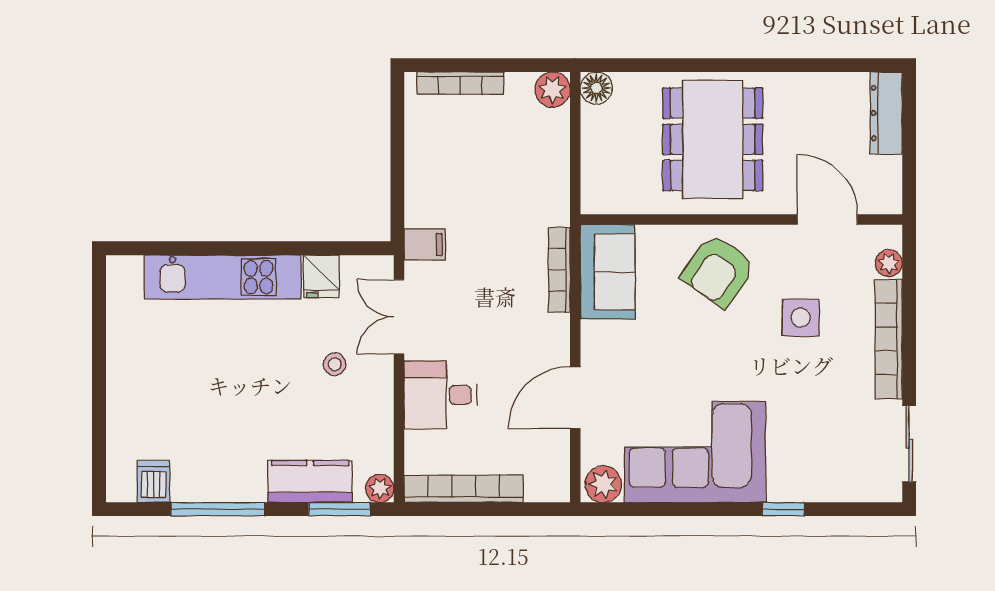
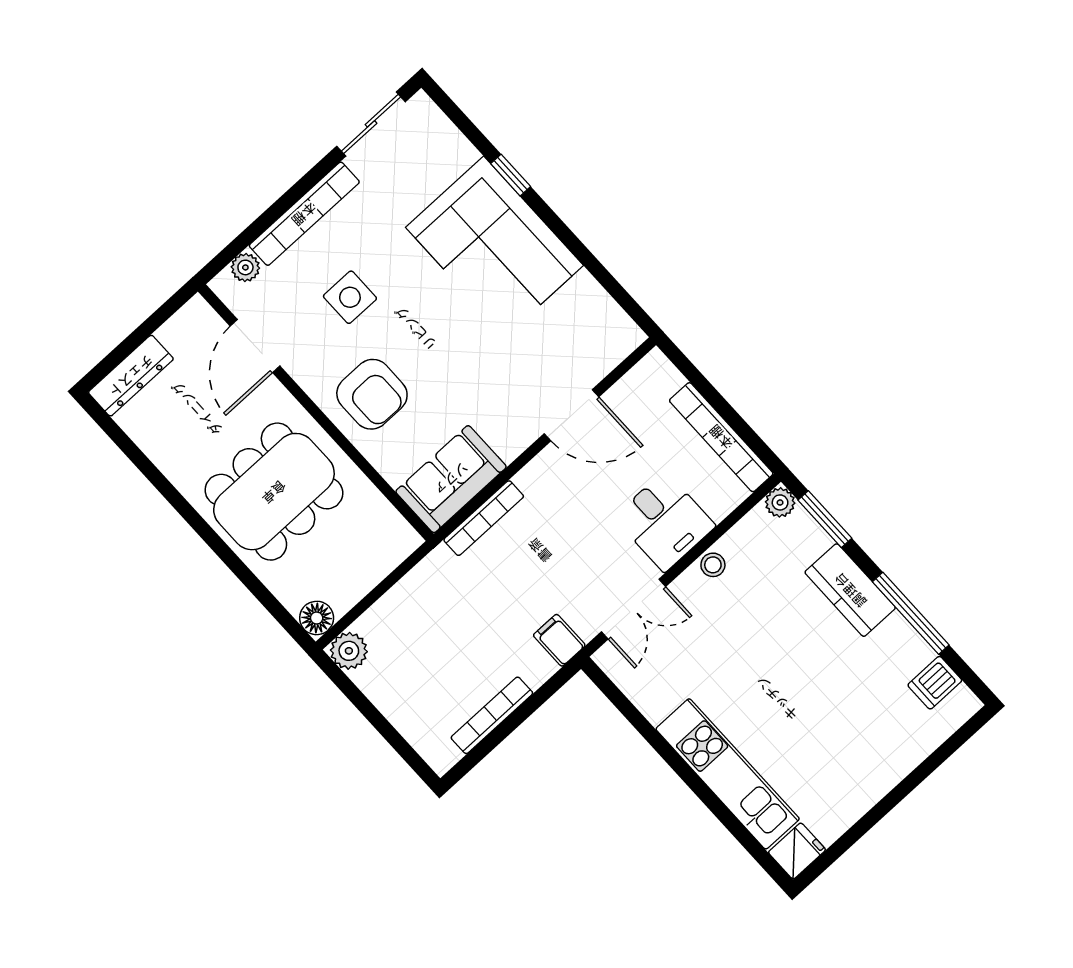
bookcase: (460, 83) -> (492, 715), moved, turned -90
armchair: (718, 271) -> (372, 394), turned 55
fridge: (321, 276) -> (797, 851), moved
stool: (335, 364) -> (713, 565), moved
corner sofa: (695, 452) -> (495, 246), moved
kitchen counter: (310, 481) -> (850, 590), moved
plant: (603, 484) -> (619, 332), removed

